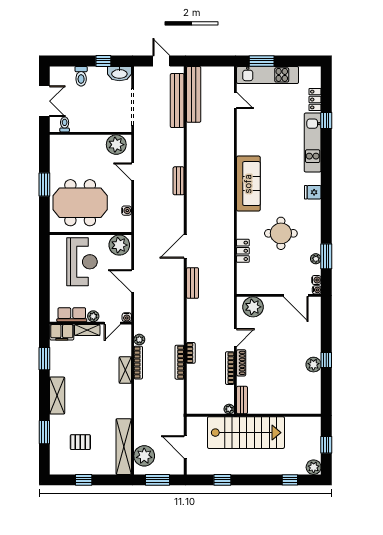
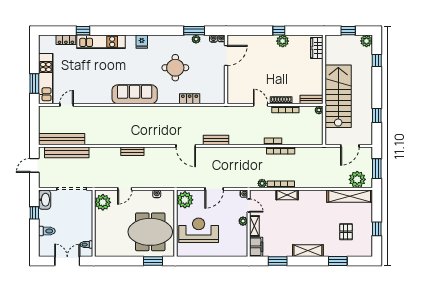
window: (44, 185) -> (153, 261), moved
meeting table: (80, 203) -> (150, 232), turned 90
plant: (253, 307) -> (235, 90), removed
row of seats: (72, 315) -> (242, 239), removed
wardrobe: (305, 406) -> (317, 48), added

